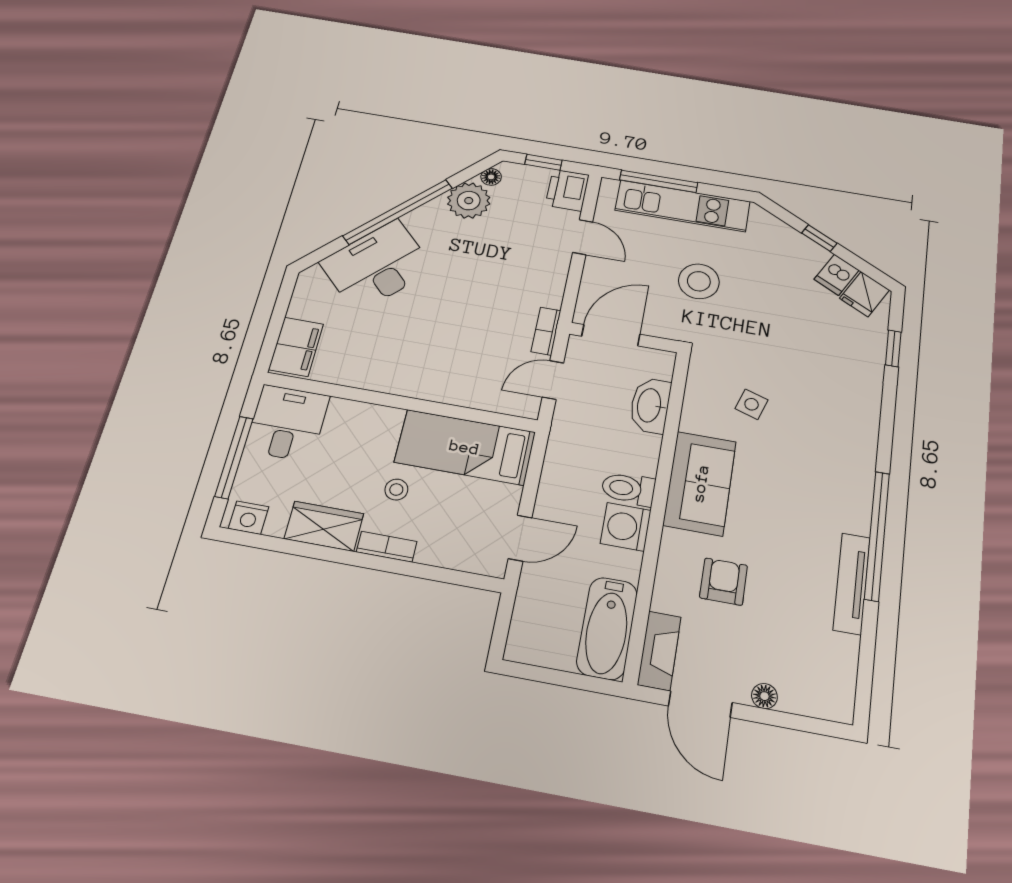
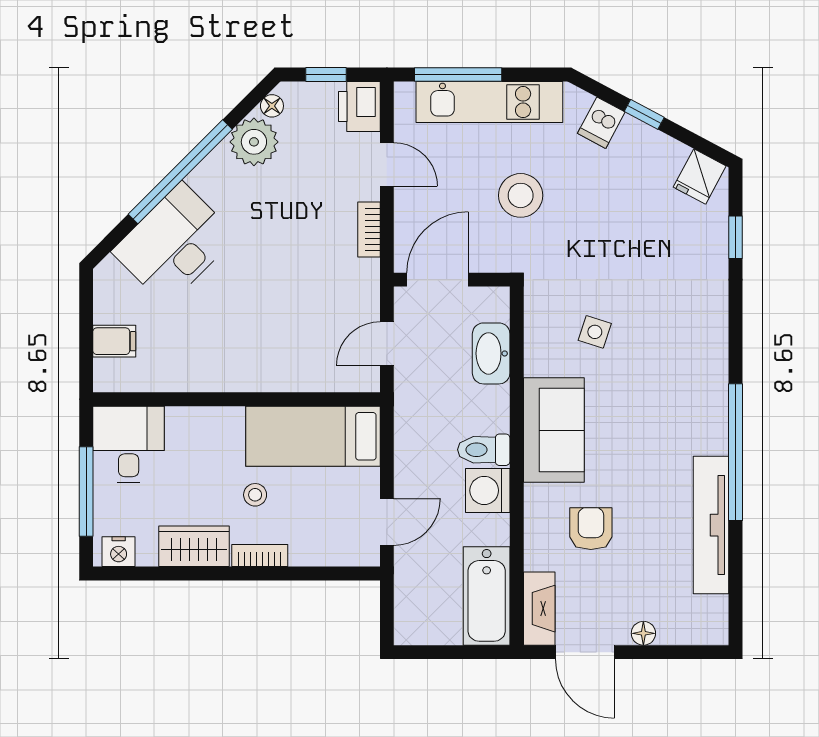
dishwasher: (837, 275) -> (601, 123), moved
bookcase: (546, 331) -> (369, 230), moved
filing cabinet: (296, 347) -> (114, 341), width x0.50
tv unit: (852, 583) -> (711, 525), width x1.36, depth x1.29

